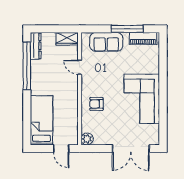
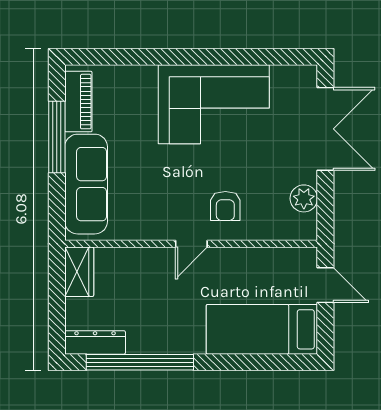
sofa: (106, 42) -> (86, 184), width x1.36
door: (80, 67) -> (191, 244), moved
plant: (87, 139) -> (304, 198), moved
door: (61, 149) -> (325, 285), hinge flipped

